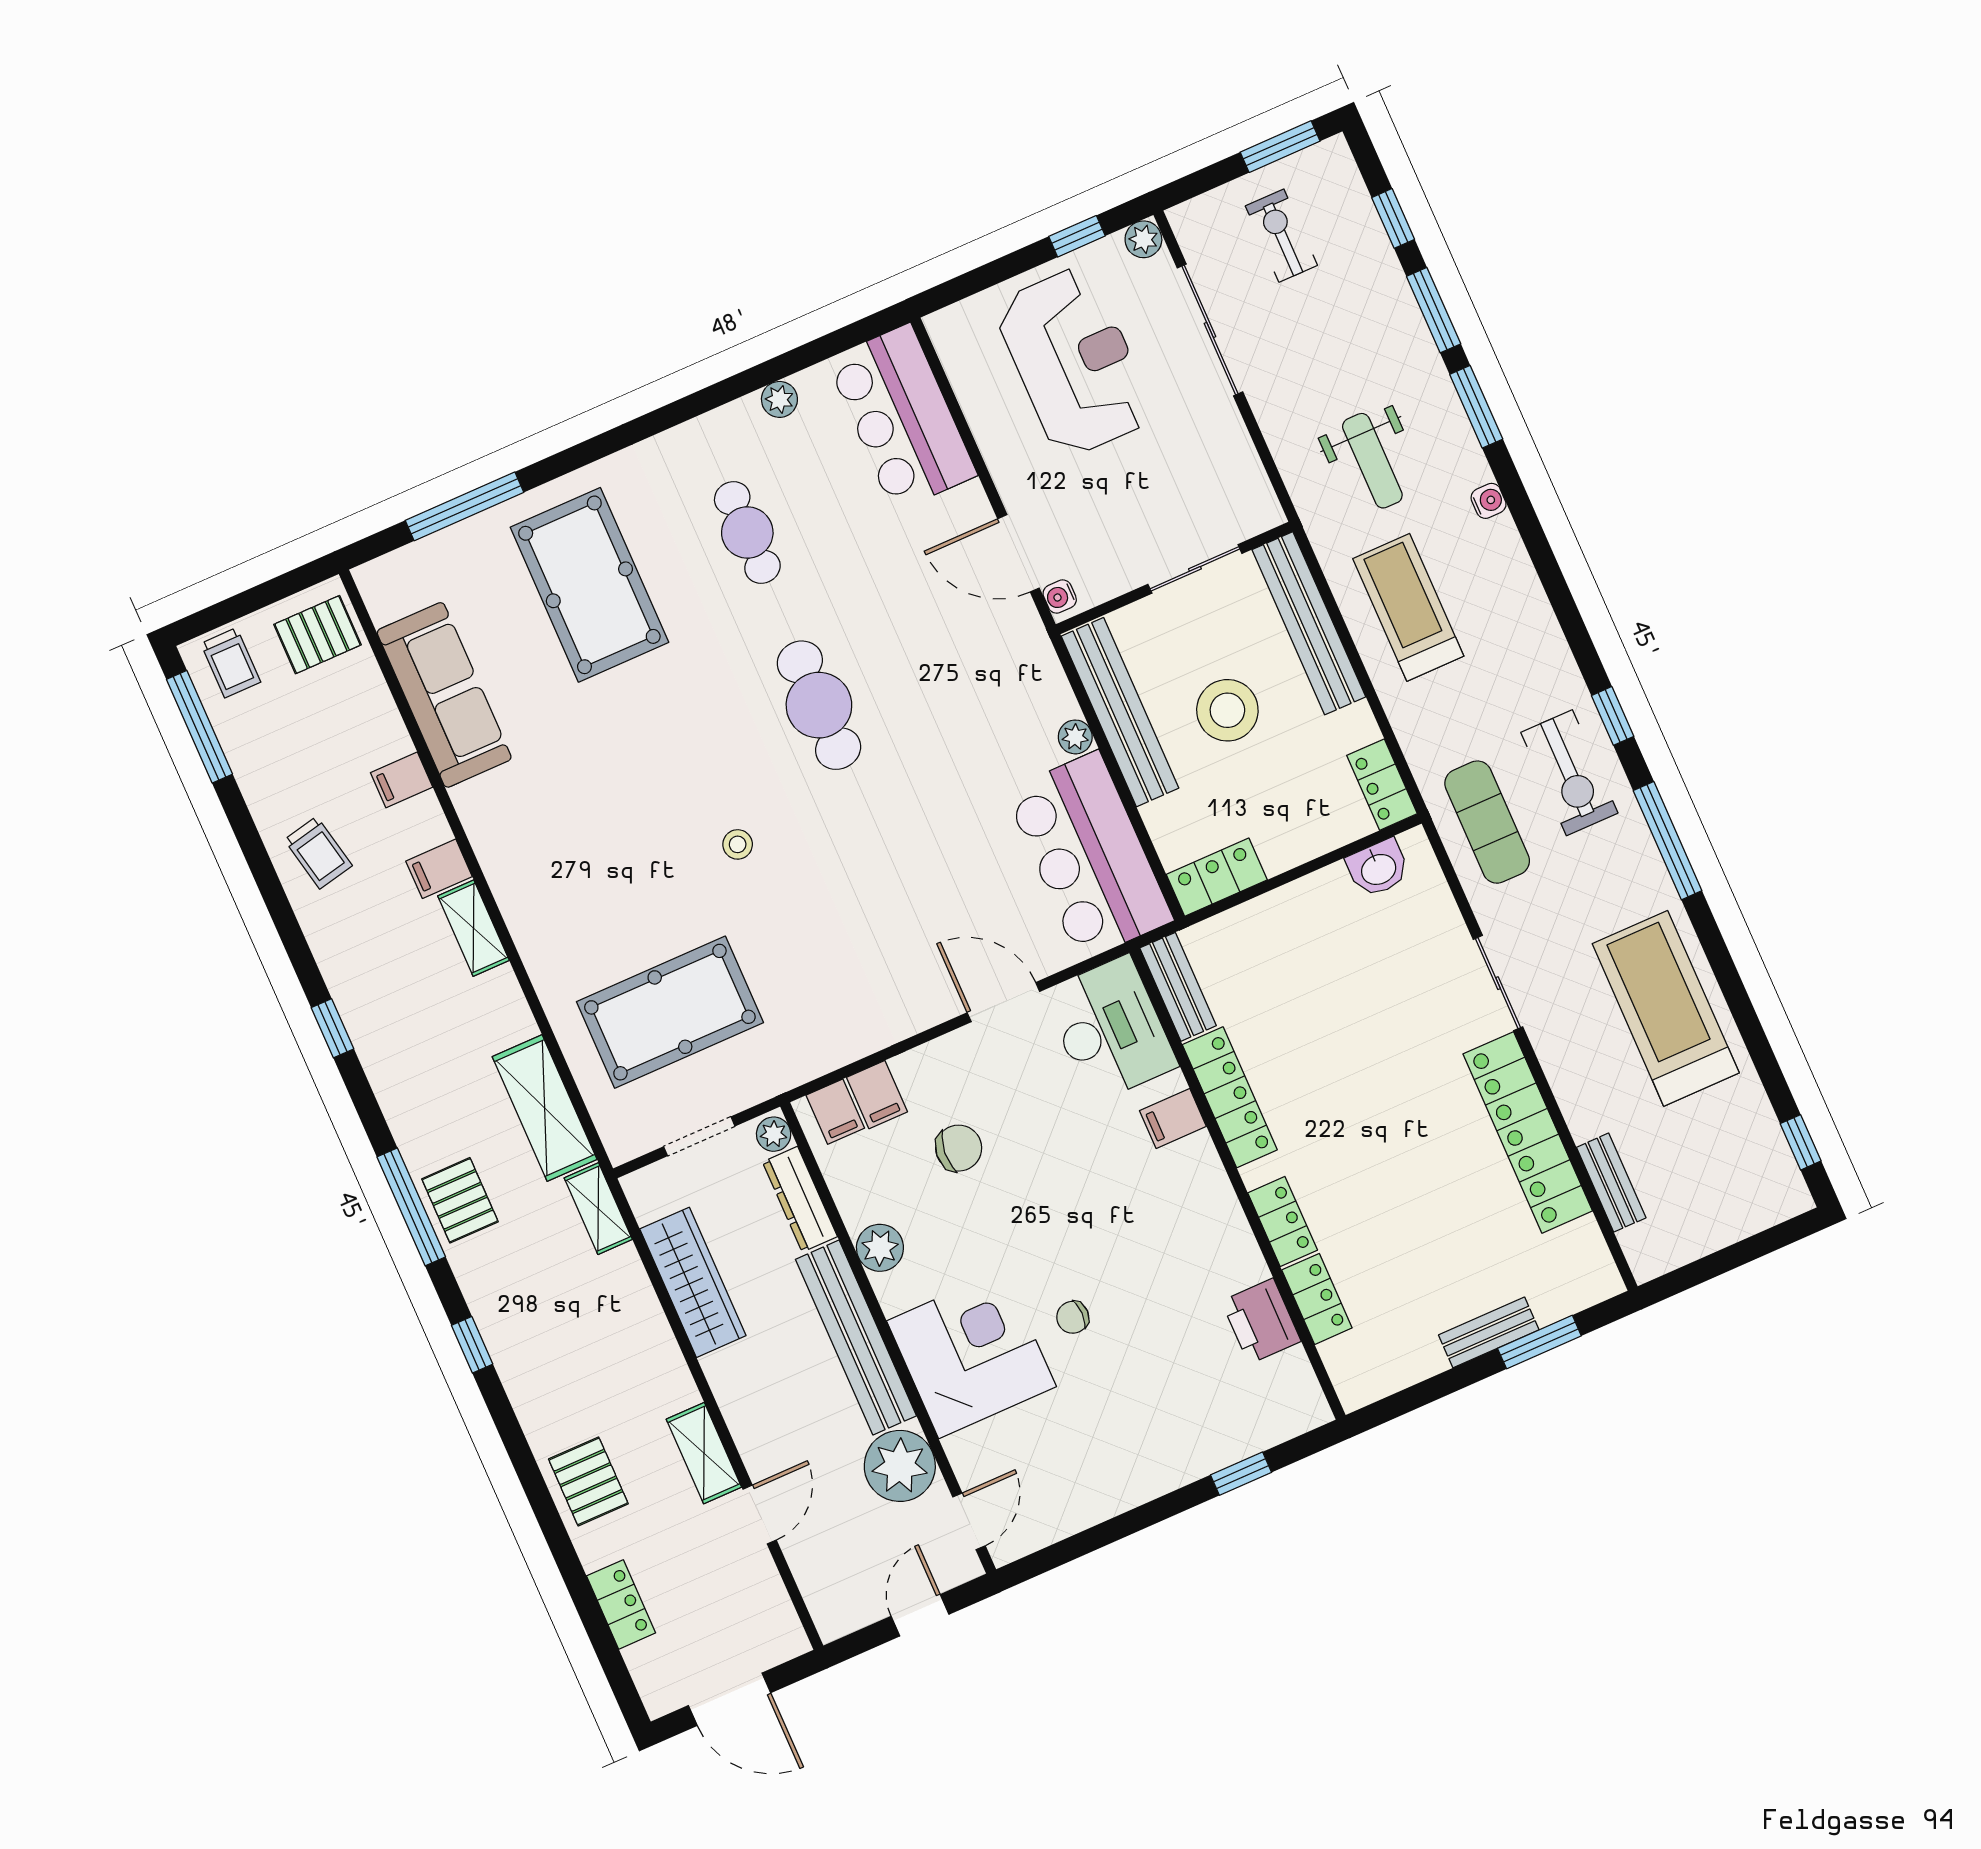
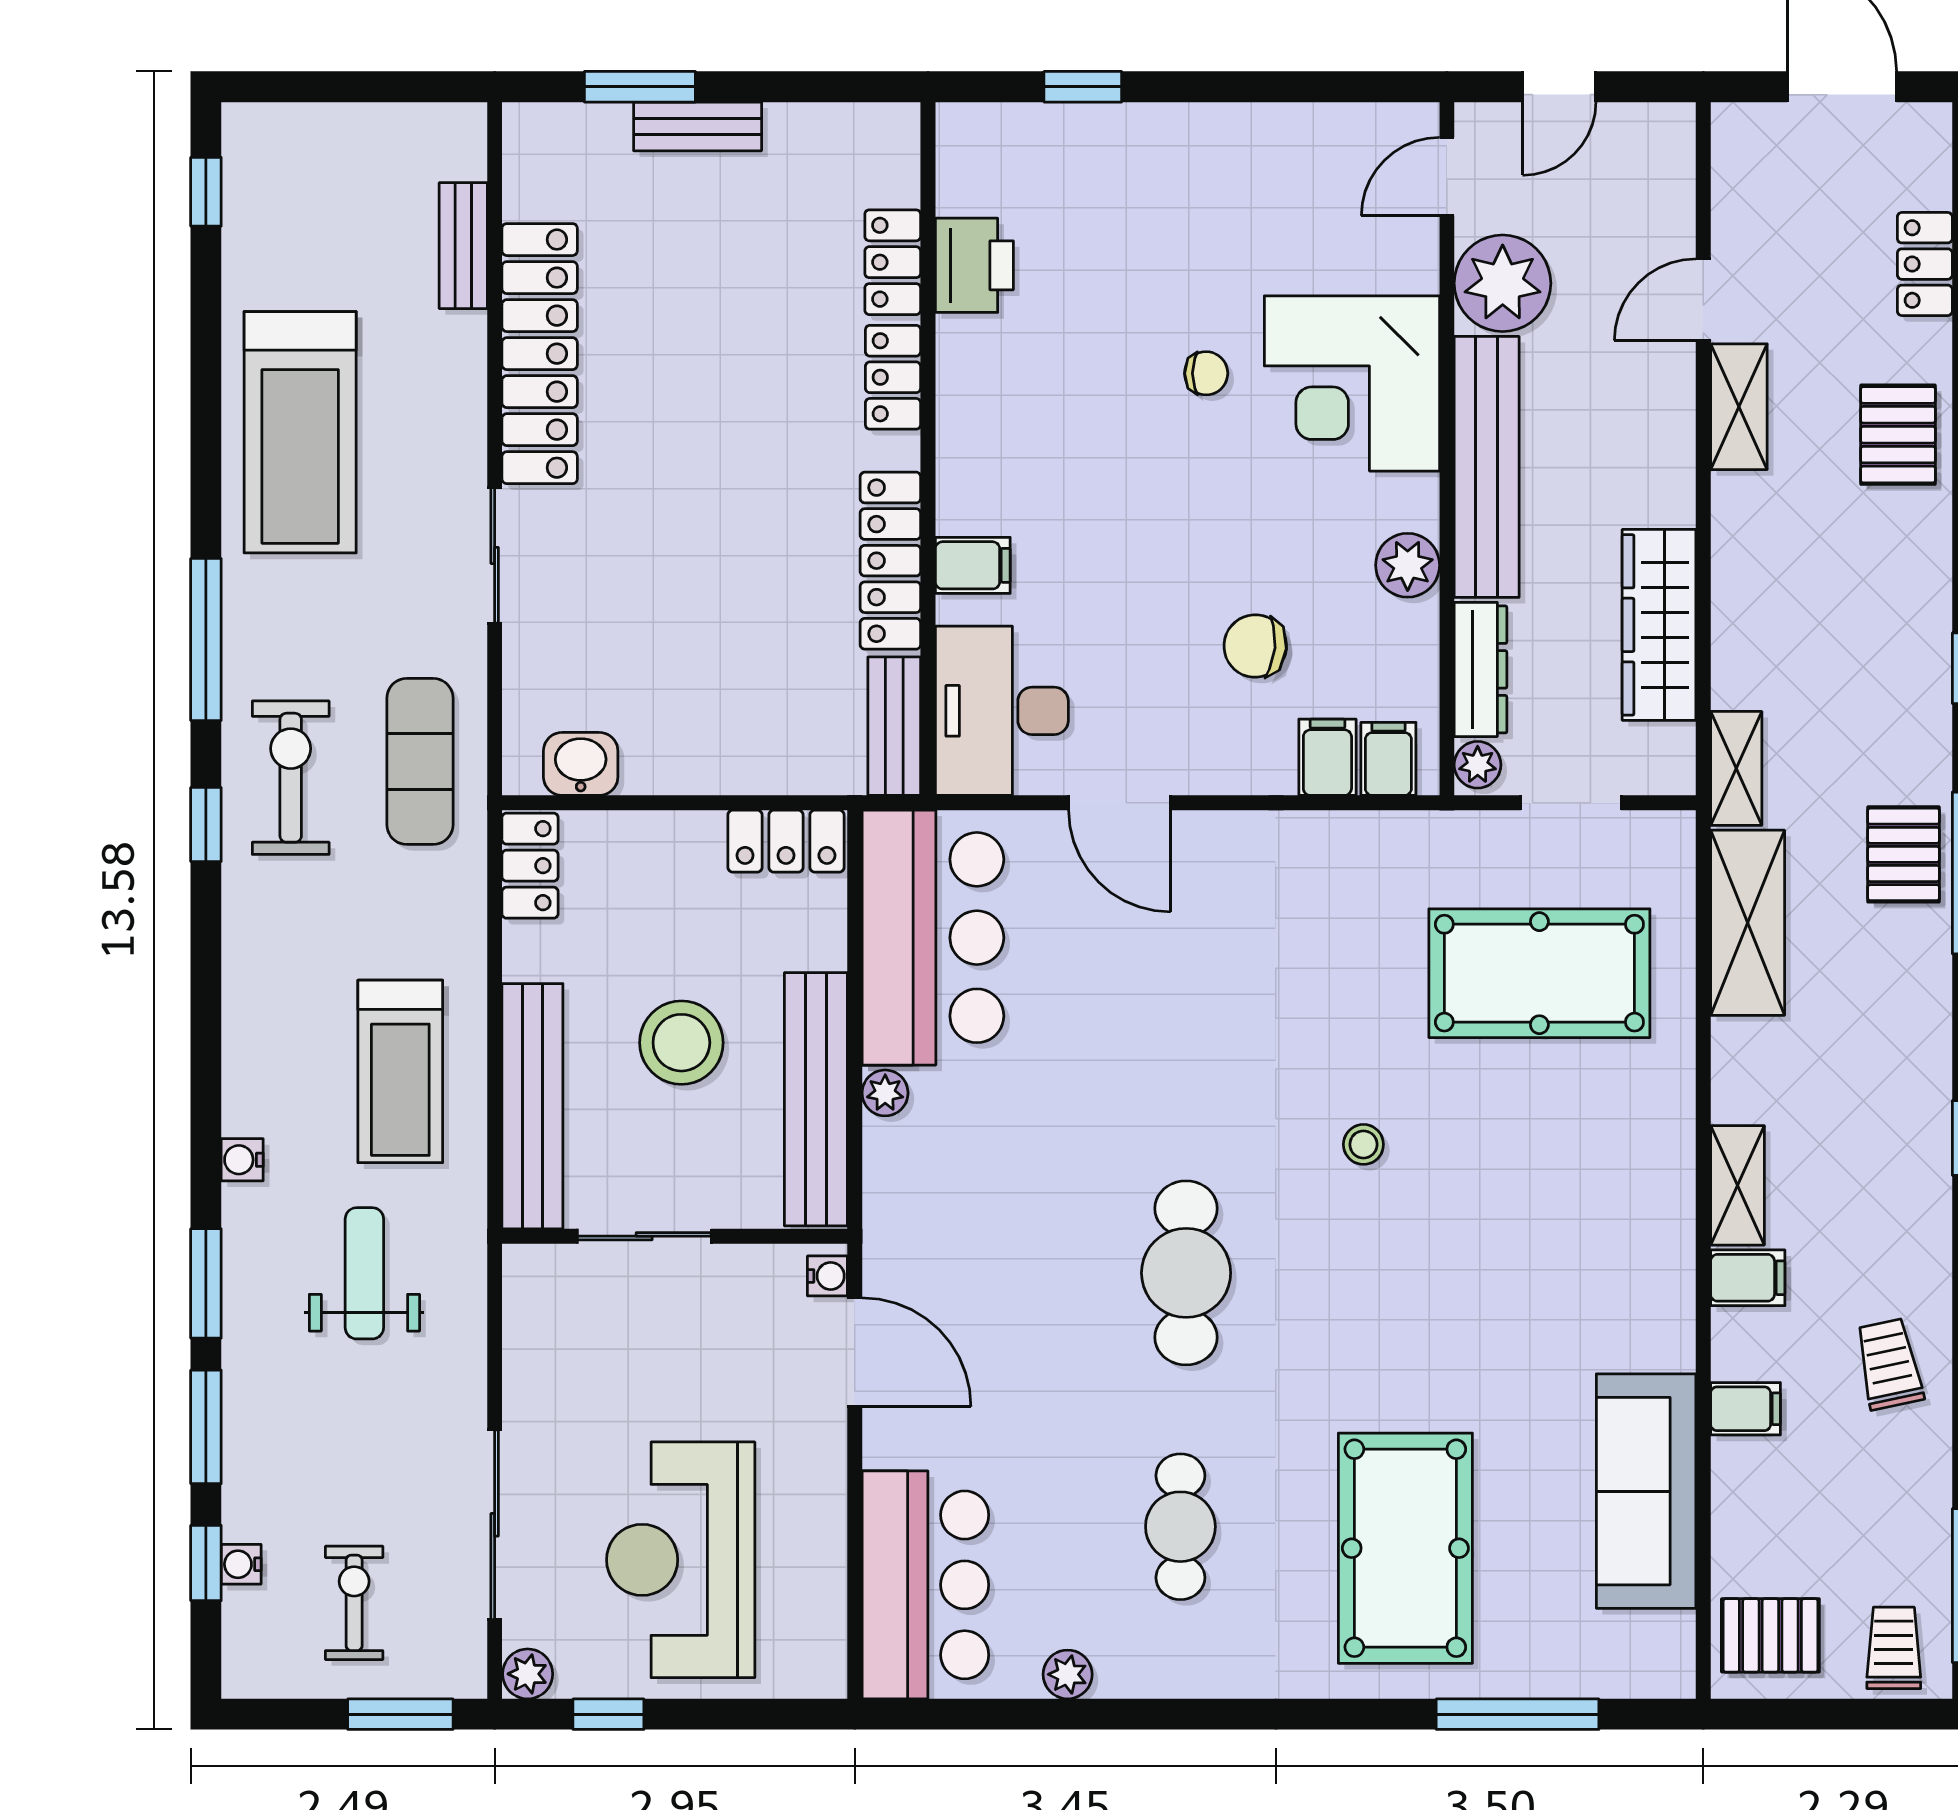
window: (1280, 147) -> (400, 1714), moved
water cooler: (1369, 228) -> (241, 1564), added
exercise bike: (1281, 236) -> (354, 1603), turned 180

